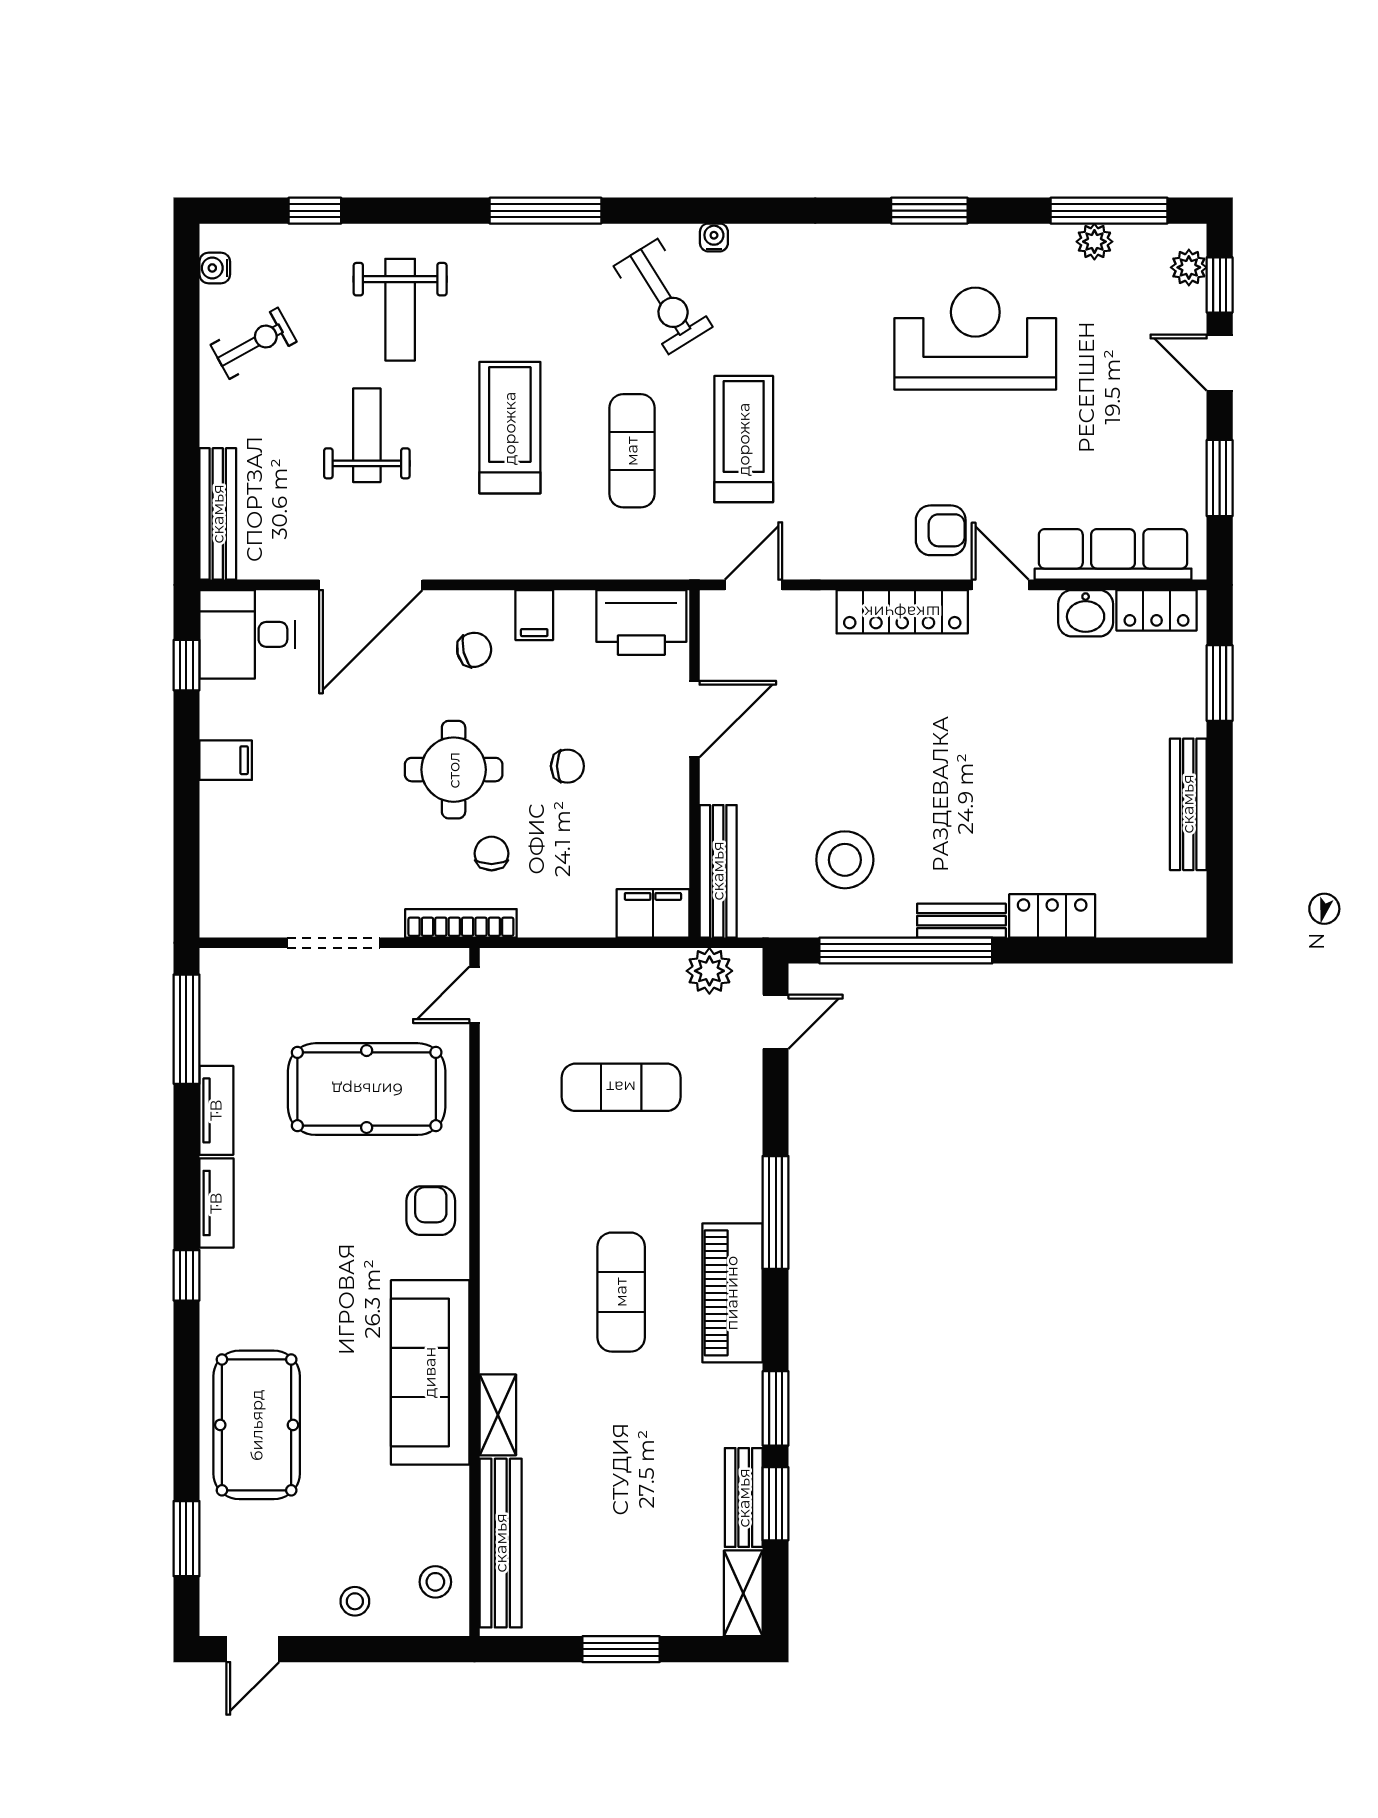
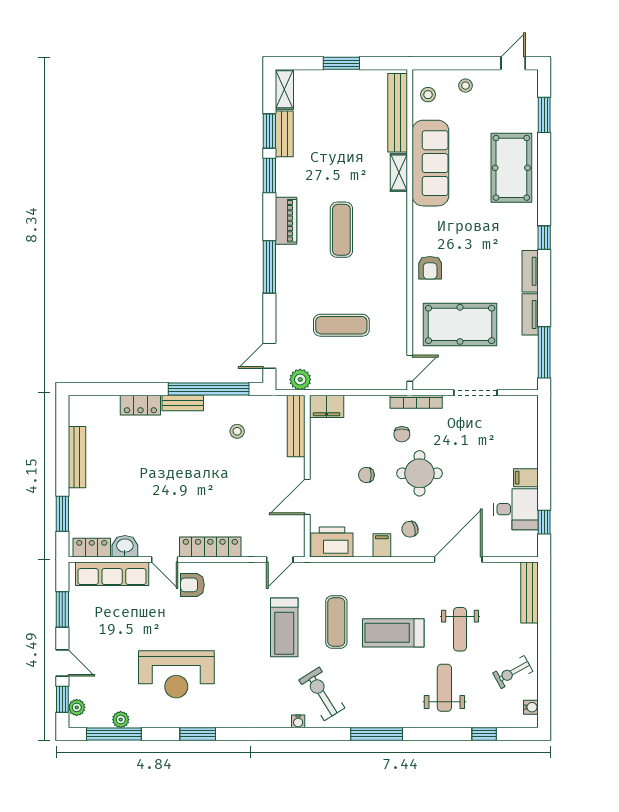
treadmill: (510, 428) -> (393, 633), turned 90
desk: (247, 634) -> (516, 509), moved
stool: (845, 860) -> (237, 431), width x0.53, depth x0.53
piano: (732, 1293) -> (286, 221), width x0.73, depth x0.75
sofa: (430, 1372) -> (430, 163), moved

